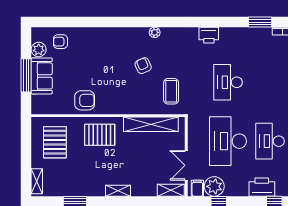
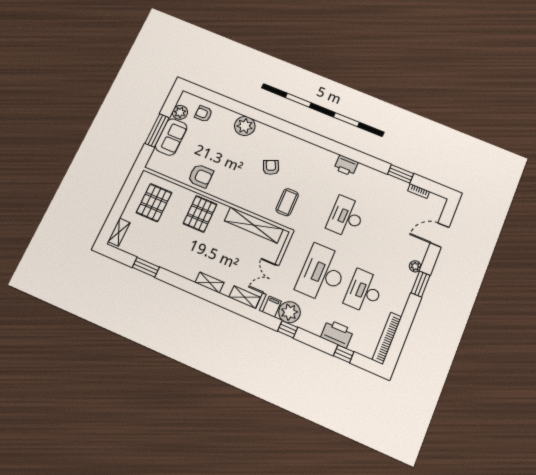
plant: (155, 32) -> (245, 126), moved, width x1.88, depth x1.88
pallet: (100, 135) -> (200, 214), turned 90
shelving: (118, 191) -> (209, 282), moved

